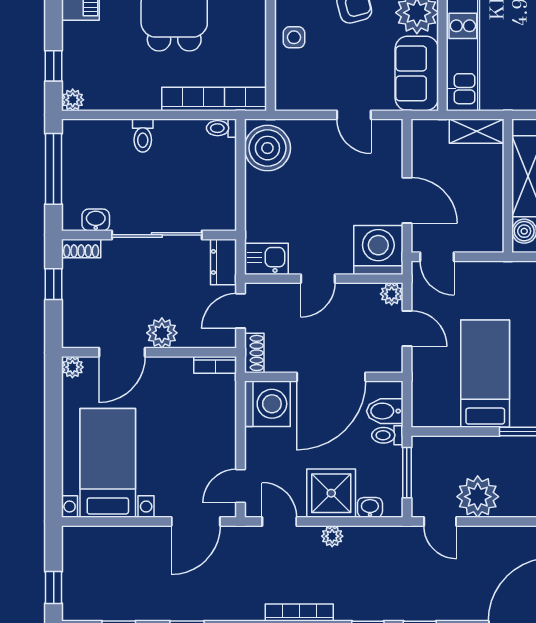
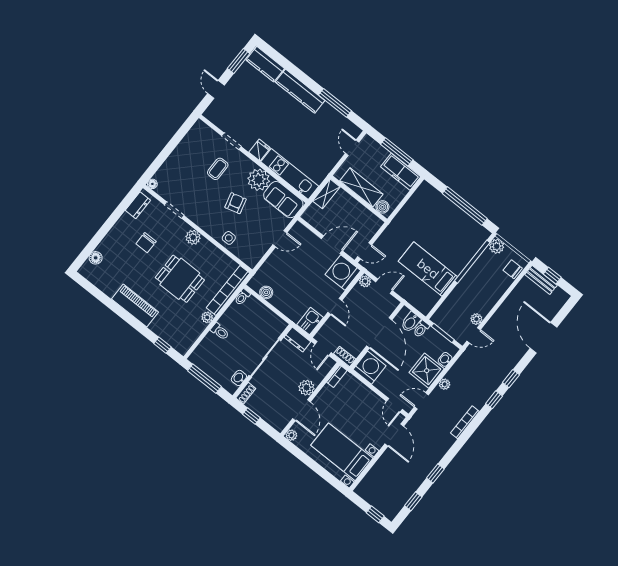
plant: (73, 100) -> (207, 317), moved
boiler: (267, 148) -> (266, 292), width x0.54, depth x0.54
plant: (478, 497) -> (476, 319), width x0.53, depth x0.53

